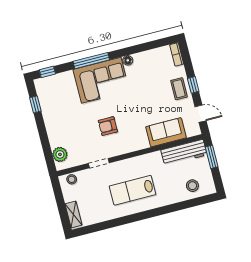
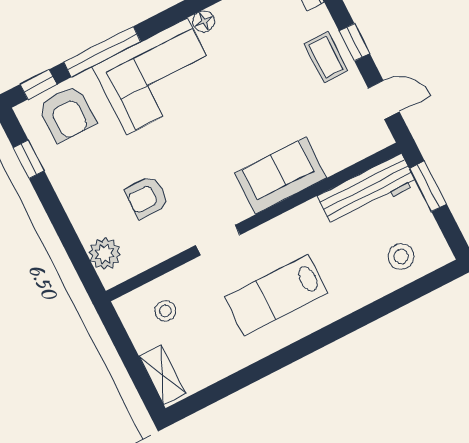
window: (91, 61) -> (102, 52), moved
armchair: (57, 88) -> (67, 113), added
armchair: (108, 126) -> (147, 197), moved
sofa: (166, 132) -> (281, 176), moved
doorway: (99, 163) -> (218, 240), moved
stool: (72, 179) -> (165, 311), moved

